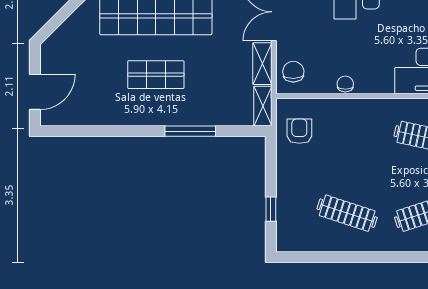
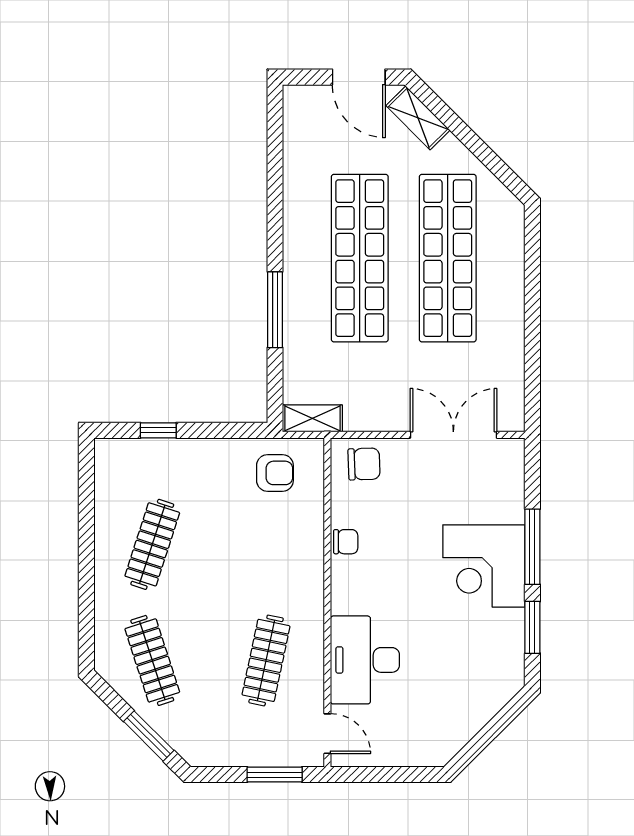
shelving: (262, 64) -> (418, 118), moved, turned 45
shop shelf: (156, 75) -> (360, 258), width x2.00, depth x1.36
door: (35, 92) -> (359, 77), moved

